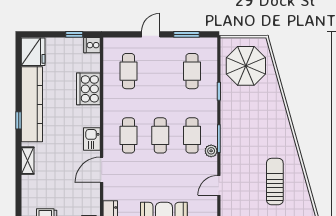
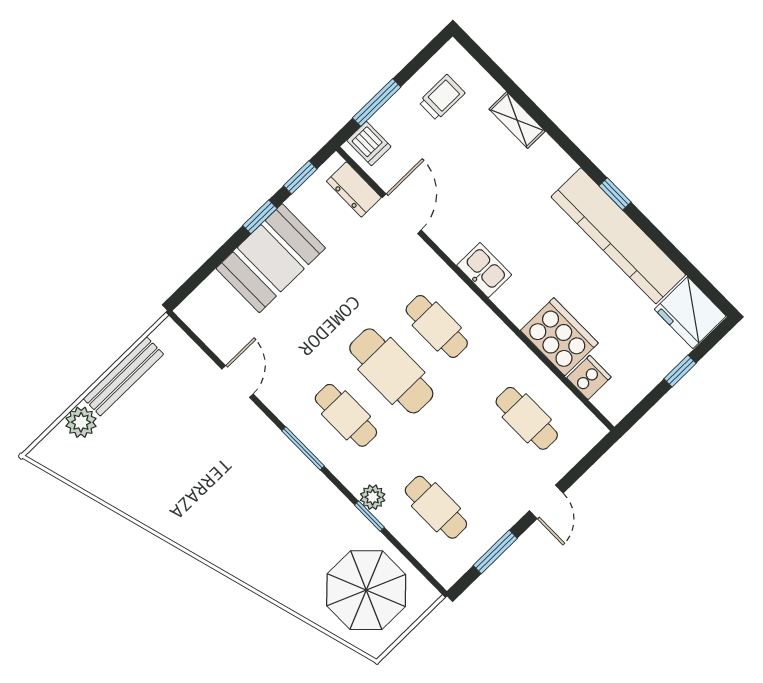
window: (74, 34) -> (680, 371), moved
cooker: (92, 45) -> (589, 377), moved
cafe table: (160, 135) -> (391, 371), width x1.37, depth x1.35
plant: (211, 151) -> (373, 497), moved
shelving: (28, 161) -> (517, 120), moved
door: (102, 170) -> (402, 214), moved
sun lounger: (275, 182) -> (163, 465), removed

